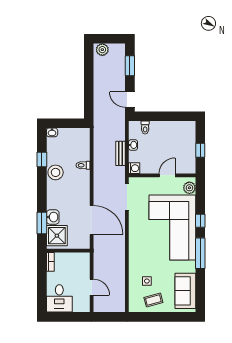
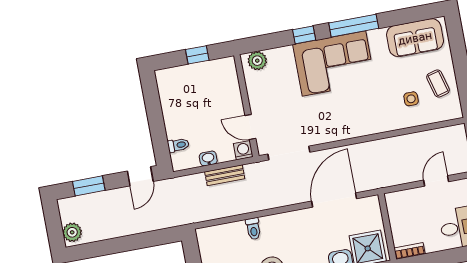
door: (167, 175) -> (250, 127), moved
corner sofa: (172, 228) -> (334, 64), width x0.73, depth x0.74

